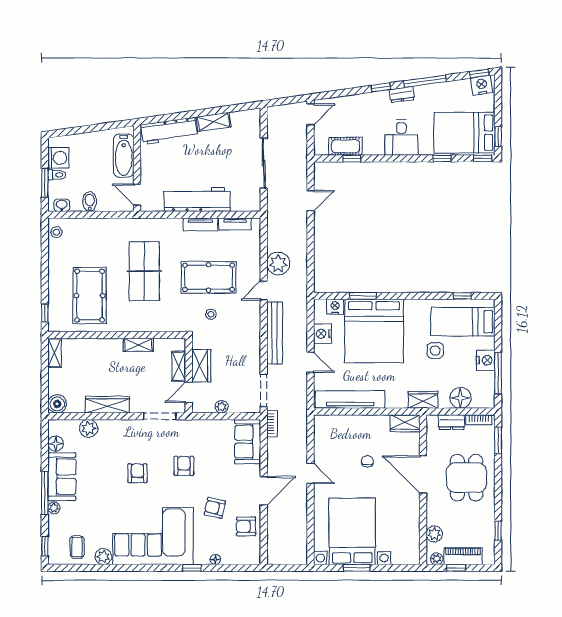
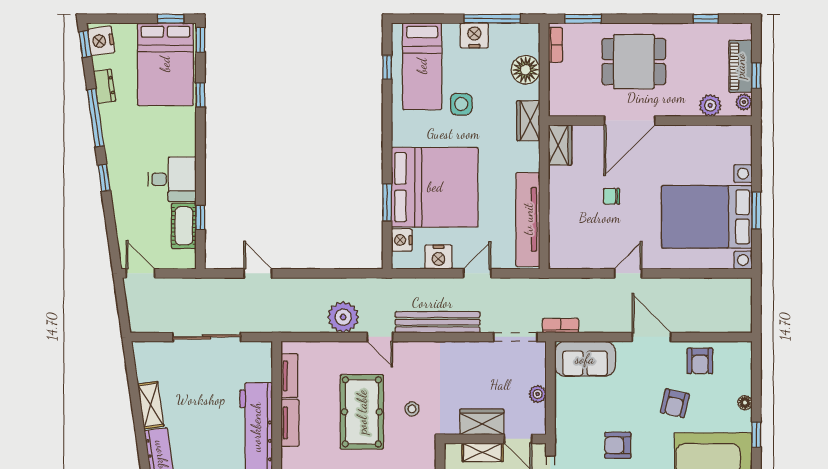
dresser: (402, 94) -> (105, 86), moved
desk: (401, 138) -> (172, 179), moved
dresser: (452, 422) -> (558, 82), removed

